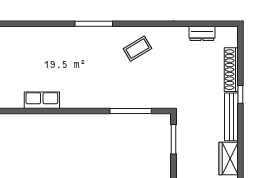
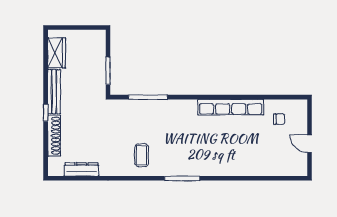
dresser: (202, 33) -> (81, 169), width x1.44
coffee table: (137, 49) -> (142, 155), turned -59
row of seats: (42, 100) -> (231, 107), width x2.02

